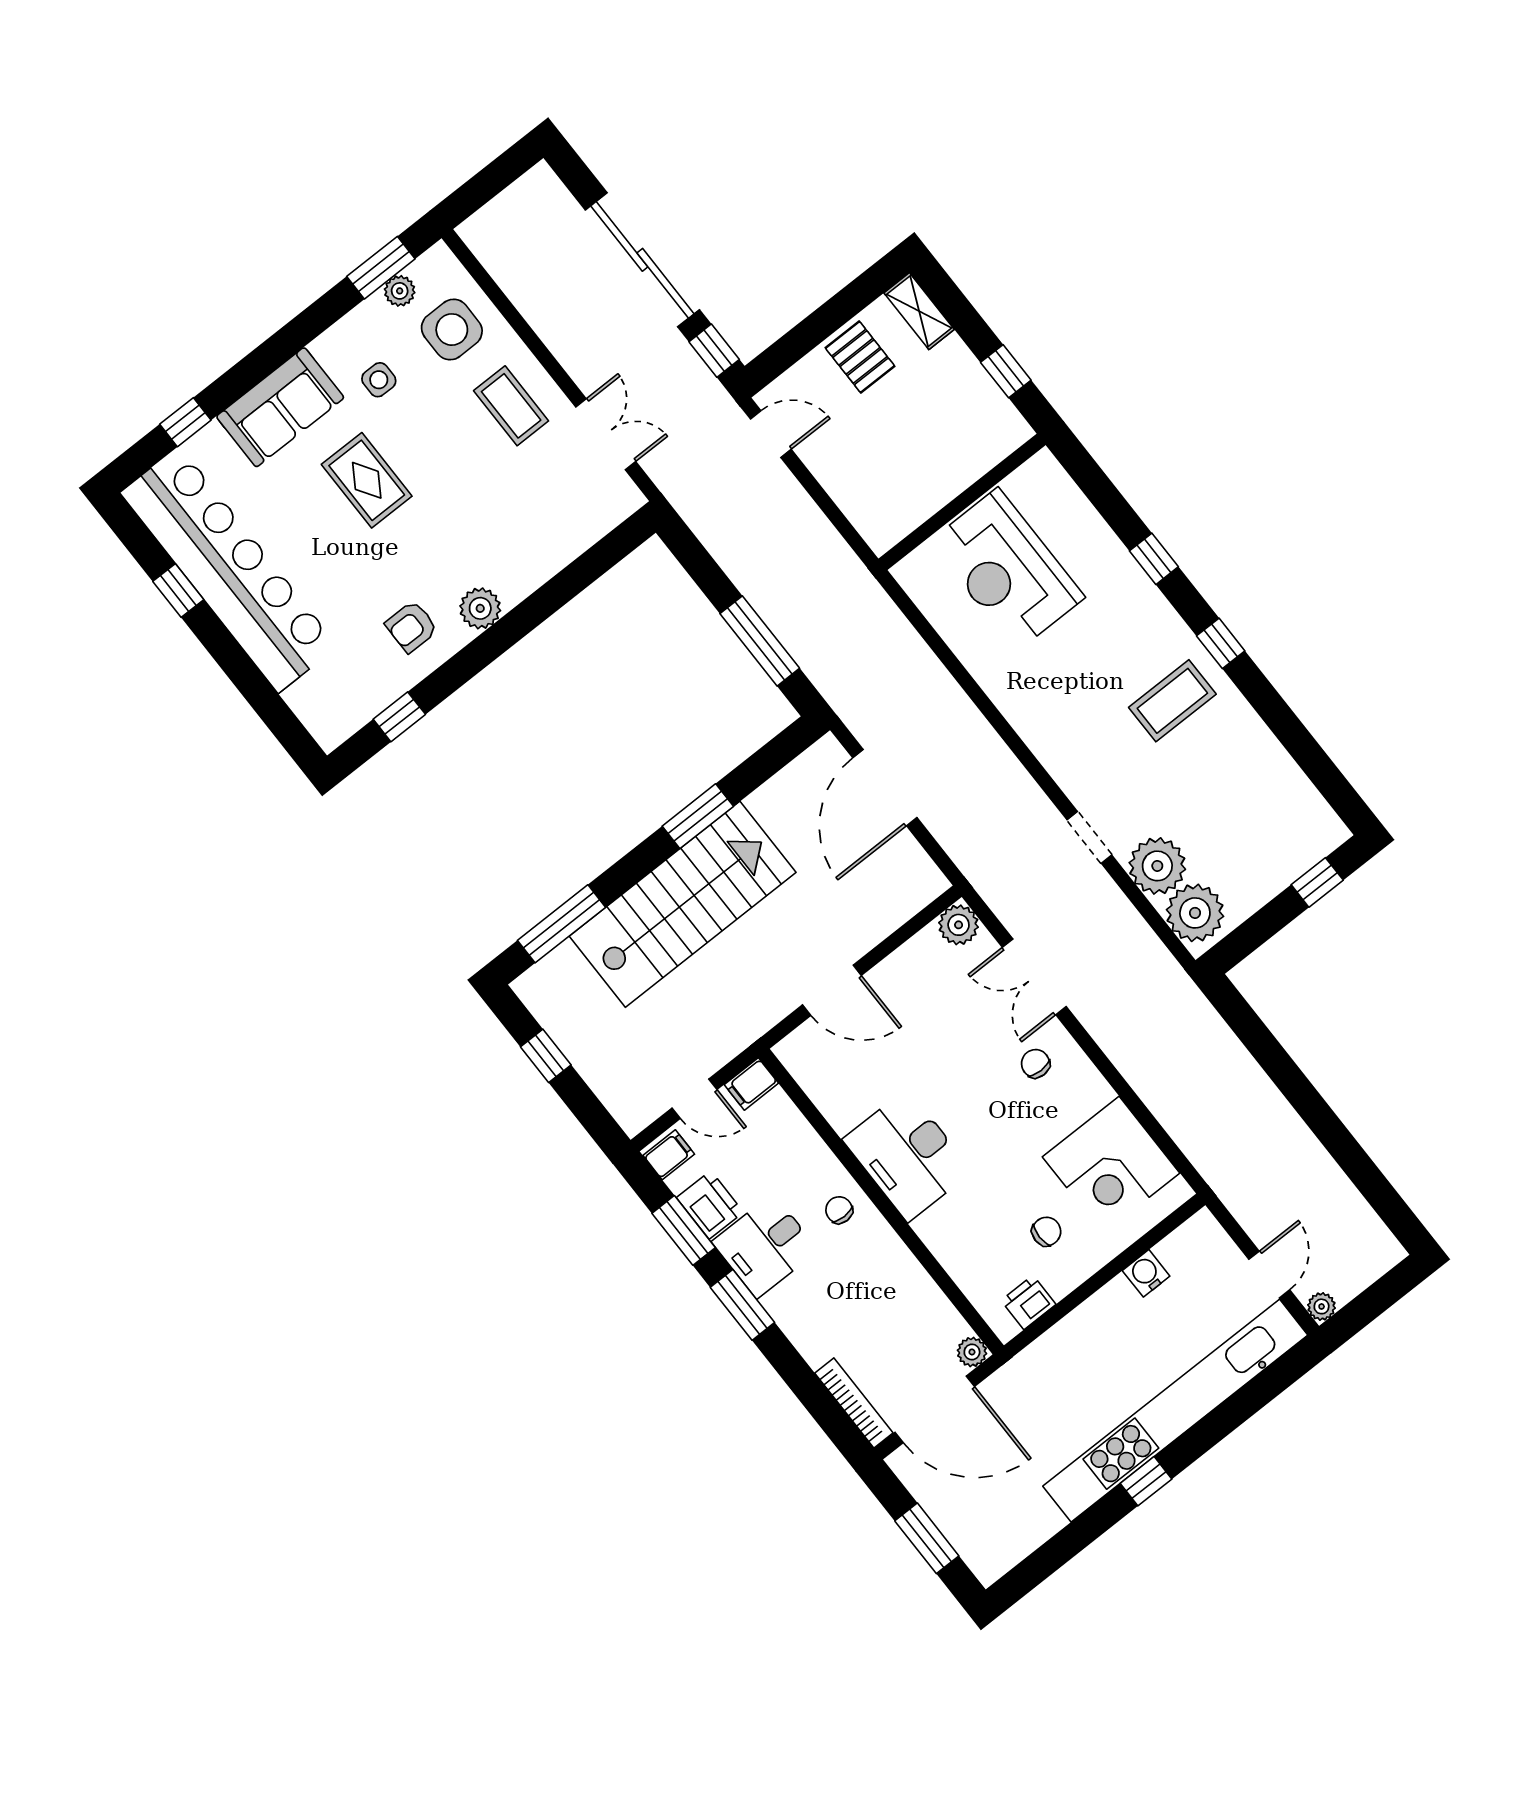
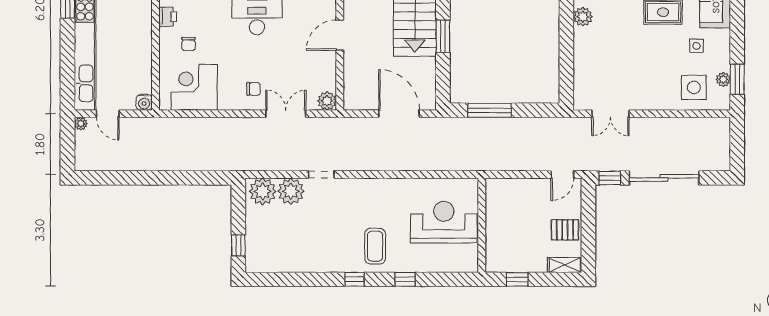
coffee table: (511, 406) -> (648, 87), removed
coffee table: (1172, 701) -> (375, 246), moved
water cooler: (1146, 1273) -> (144, 102), moved, turned 90

